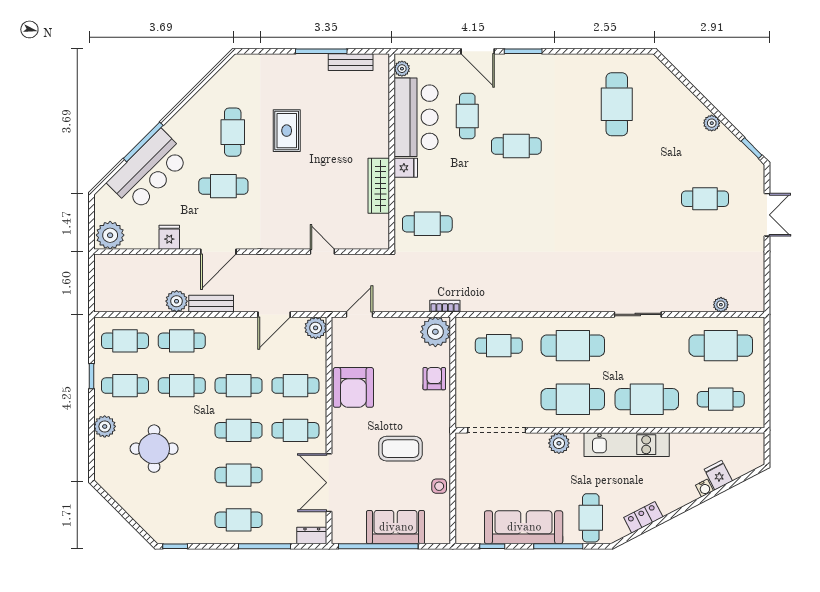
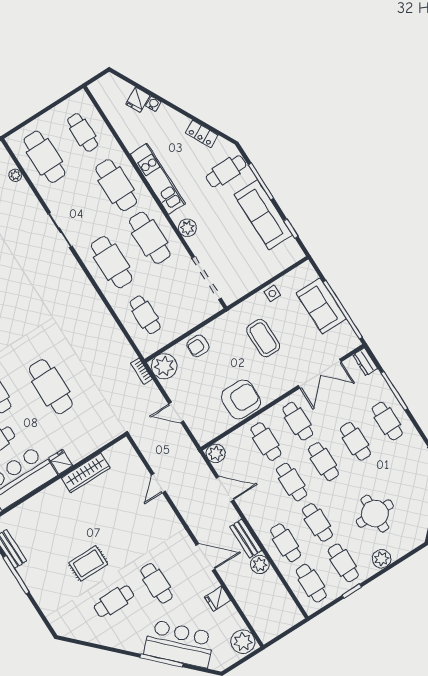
cafe table: (427, 224) -> (51, 387), moved, width x1.37, depth x1.35
door: (359, 314) -> (176, 412), moved

